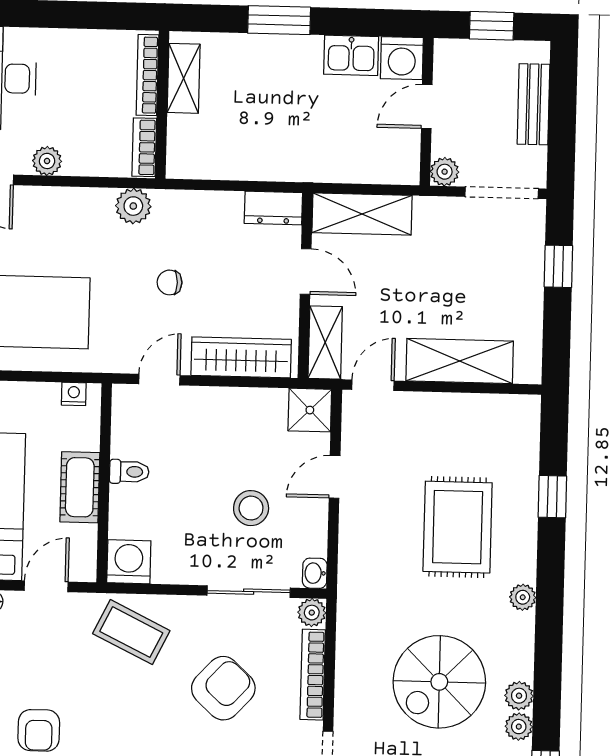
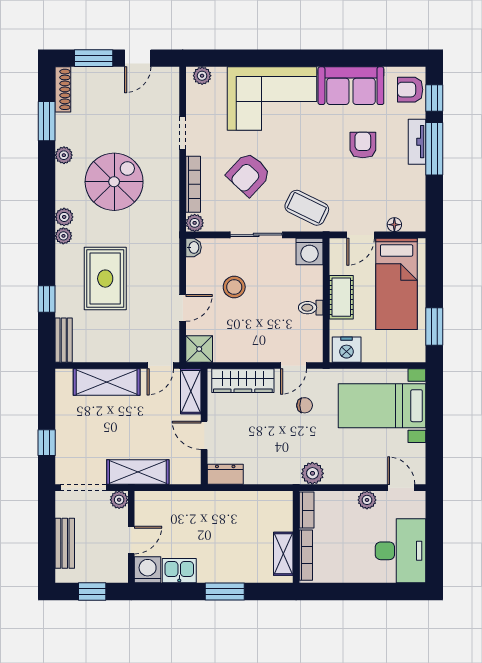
shelving: (362, 214) -> (138, 472), moved
chair: (170, 282) -> (305, 405), moved
nightstand: (74, 394) -> (347, 350), width x1.89, depth x1.79
bench: (527, 430) -> (64, 340), added
sliding door: (249, 592) -> (256, 235), moved
plant: (519, 696) -> (64, 217), moved

